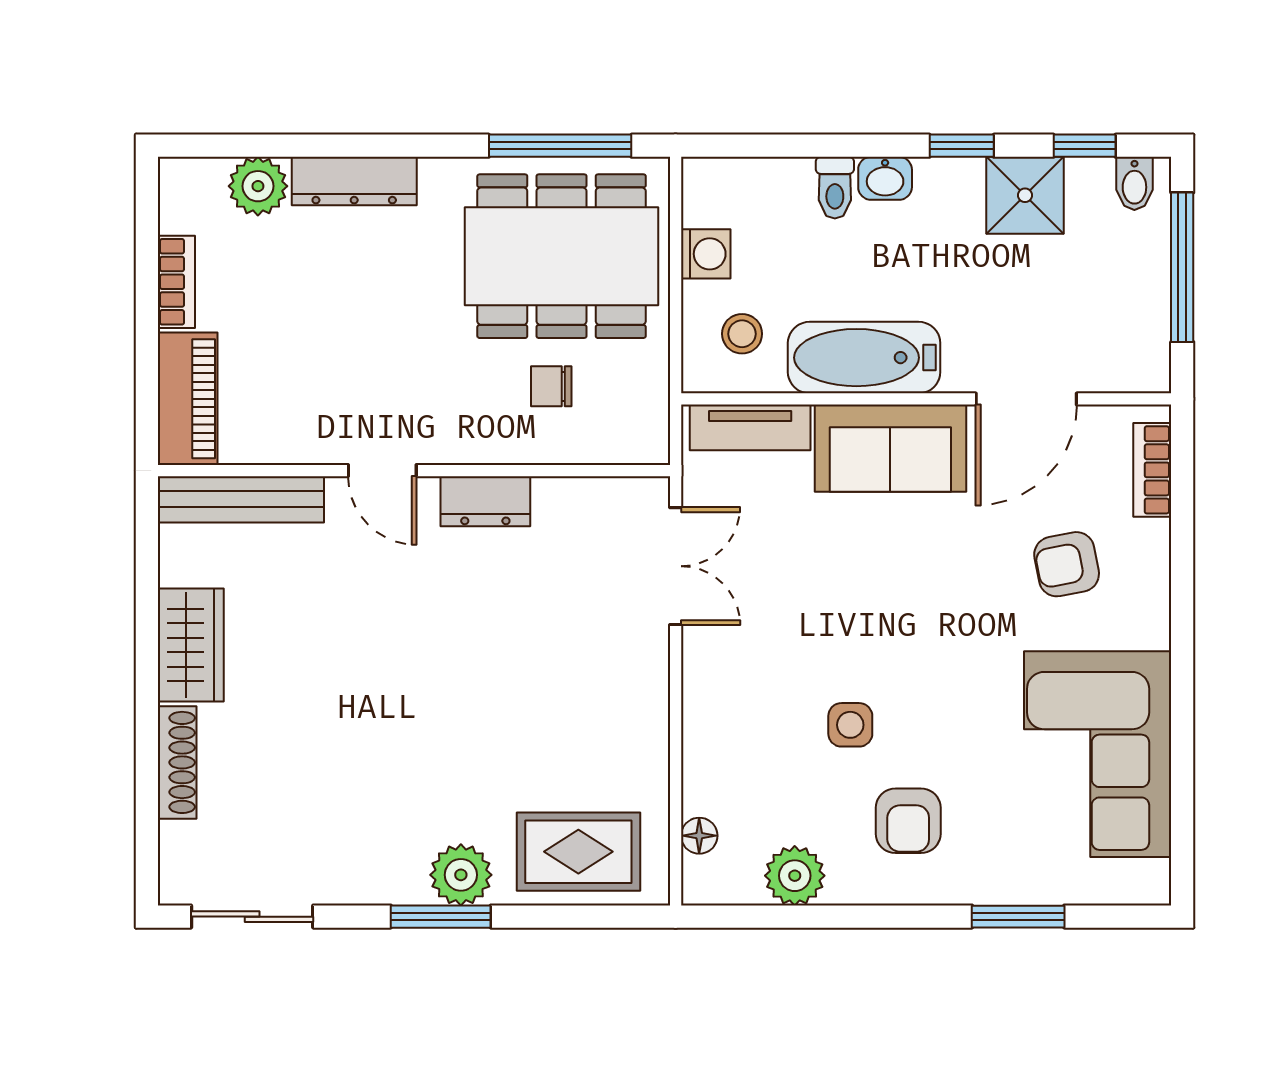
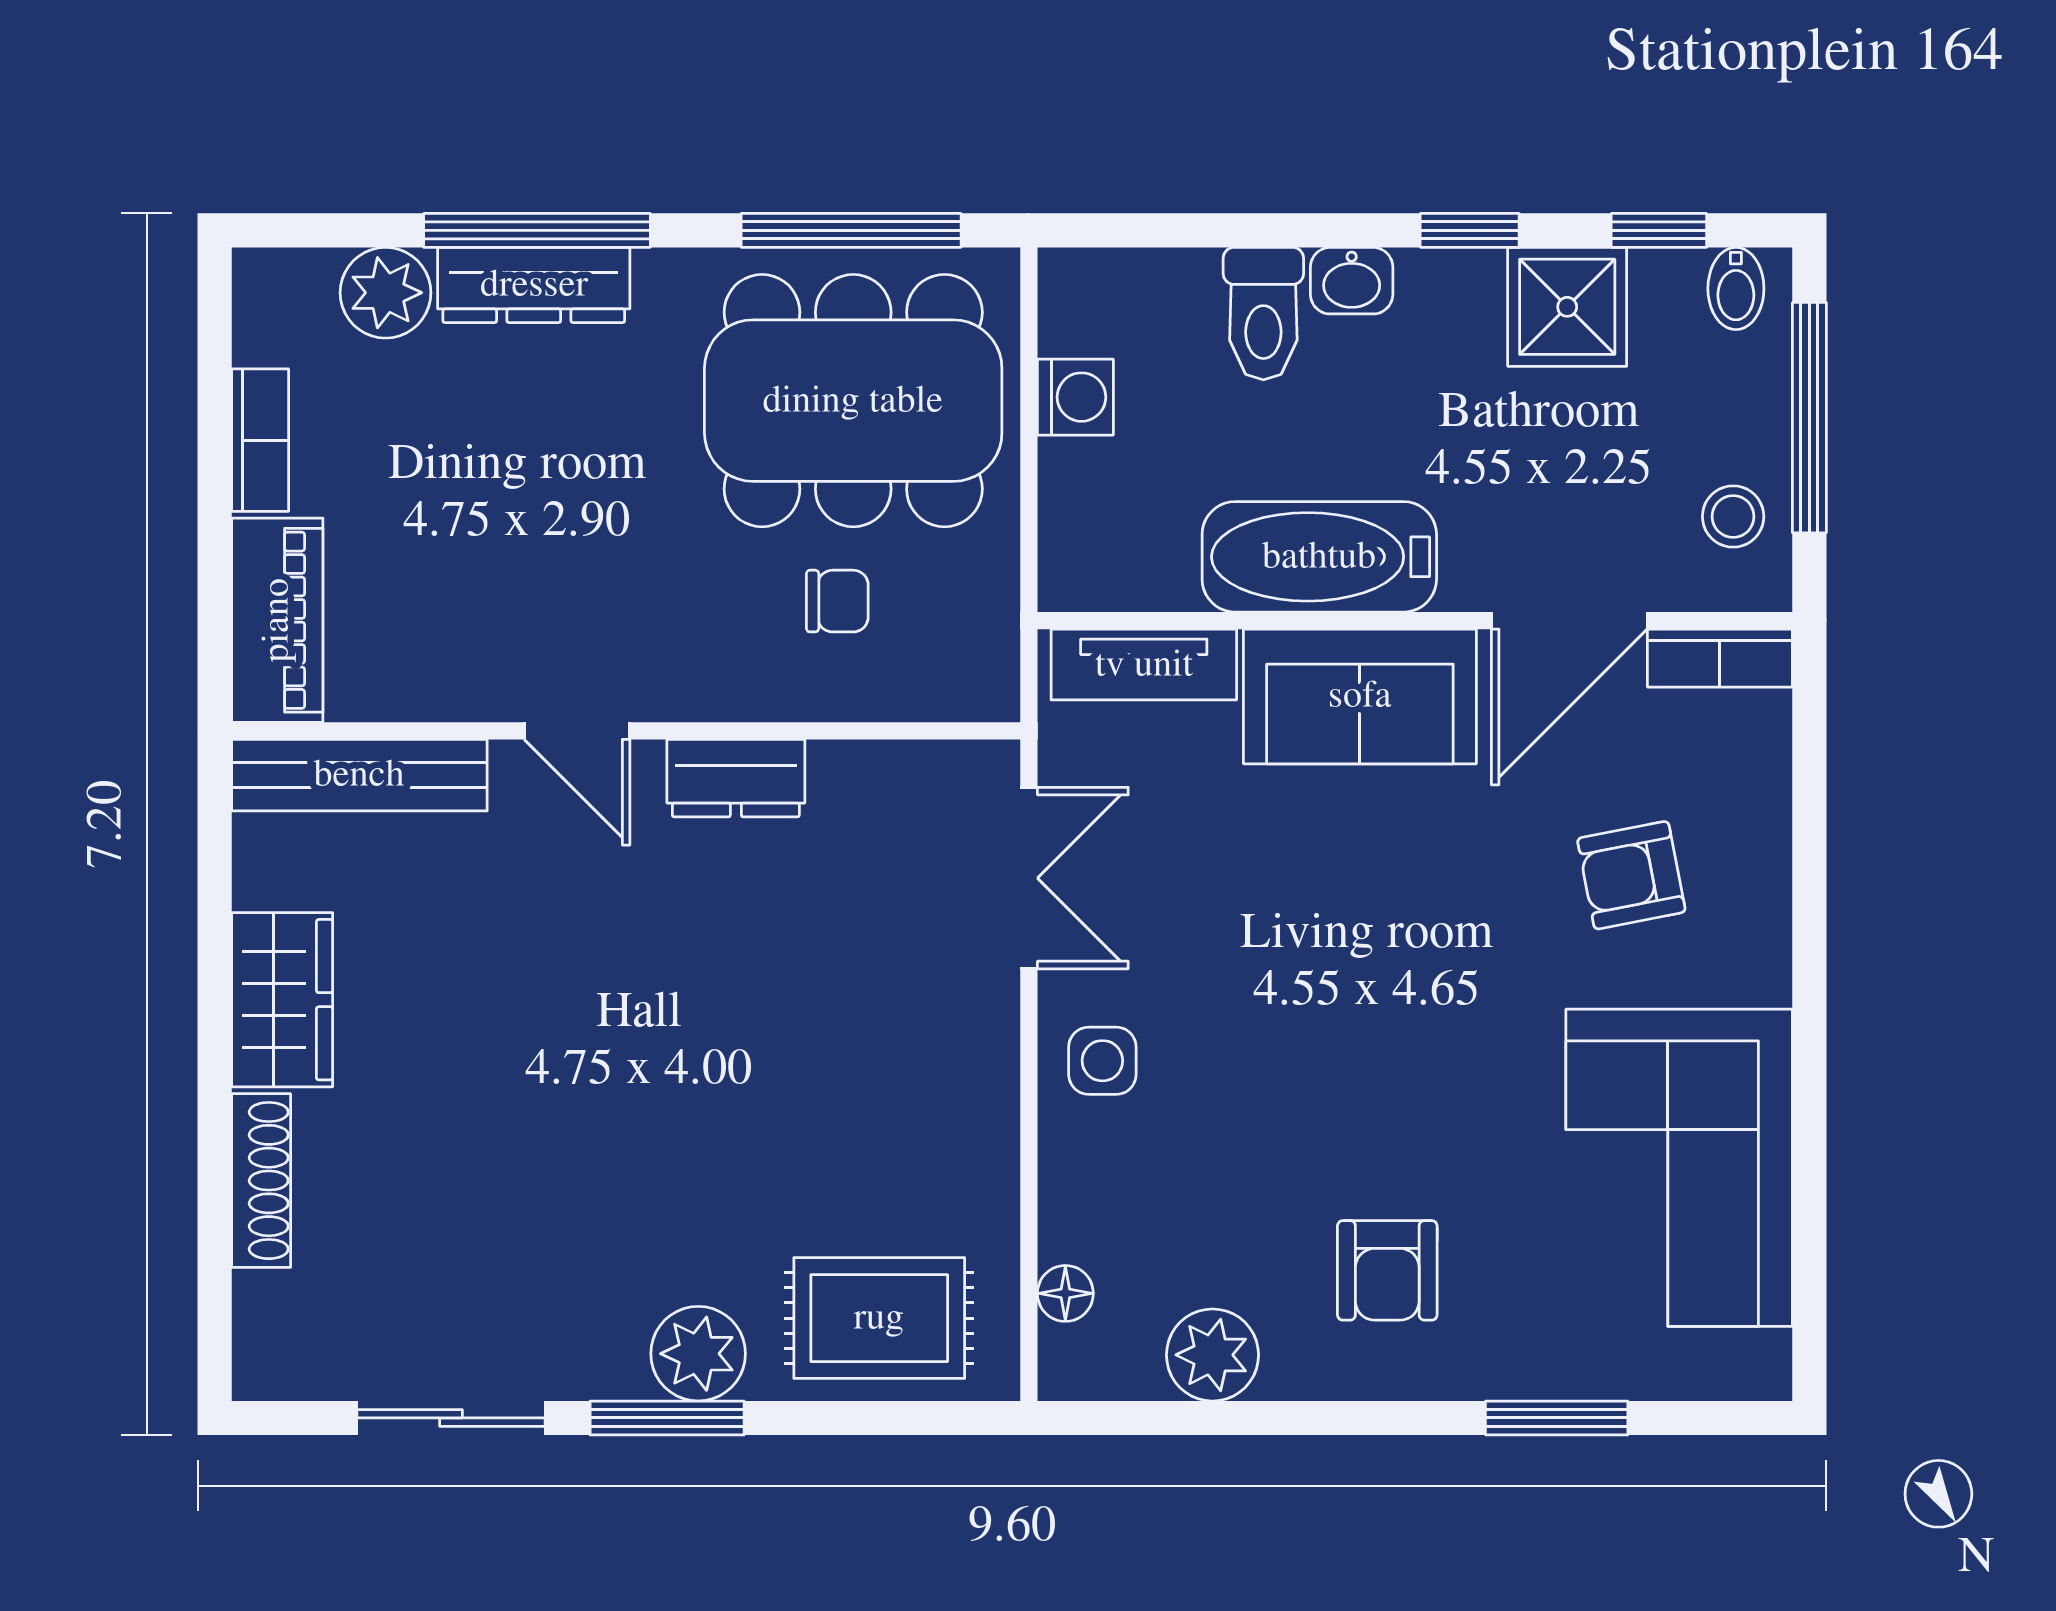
window: (356, 146) -> (537, 230), added
toilet: (835, 188) -> (1263, 314), width x1.37, depth x1.39
stool: (742, 334) -> (1733, 517), moved
chair: (551, 386) -> (837, 601), turned 180
bookcase: (1152, 470) -> (1720, 658), moved, turned -90
side table: (850, 725) -> (1102, 1061), moved
sliding door: (252, 917) -> (451, 1418), moved

